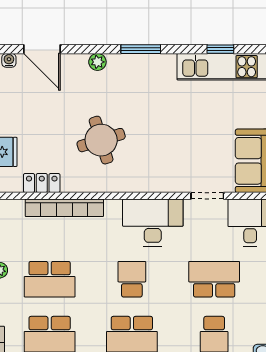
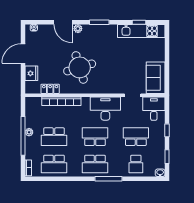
door: (42, 49) -> (63, 22), moved
round table: (101, 140) -> (80, 67), width x1.36, depth x1.36
school desk: (132, 279) -> (95, 137), width x1.85

